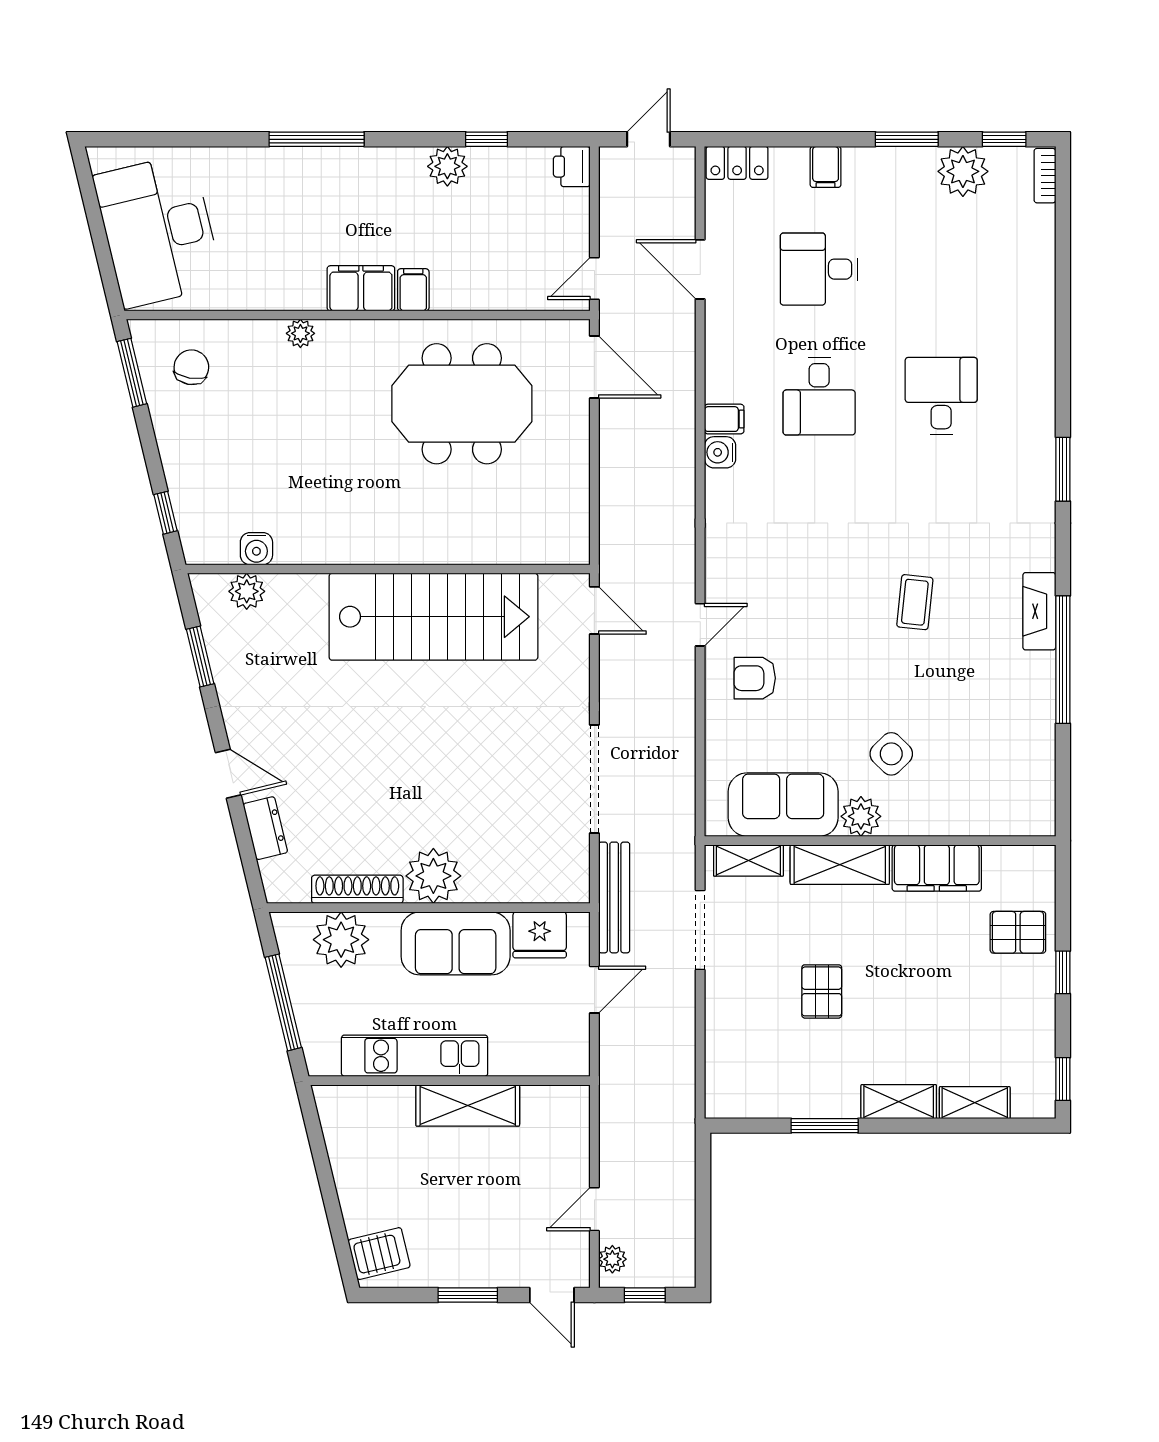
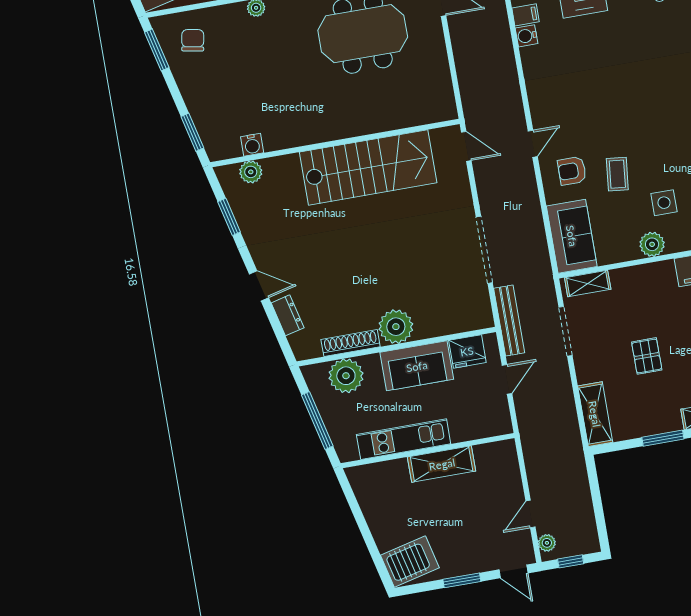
window: (165, 513) -> (192, 132), width x1.50
coffee table: (915, 602) -> (617, 174), moved
side table: (891, 754) -> (664, 203), turned 45
sofa: (783, 805) -> (572, 236), moved, turned 90
shelving: (840, 865) -> (595, 414), moved, turned 90
server rack: (379, 1254) -> (410, 561), width x1.36, depth x1.44

